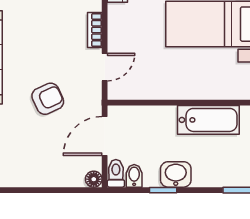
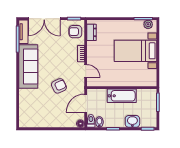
door: (105, 67) -> (86, 71), hinge flipped
bathtub: (208, 120) -> (122, 96), moved
washbasin: (176, 174) -> (132, 121), moved

